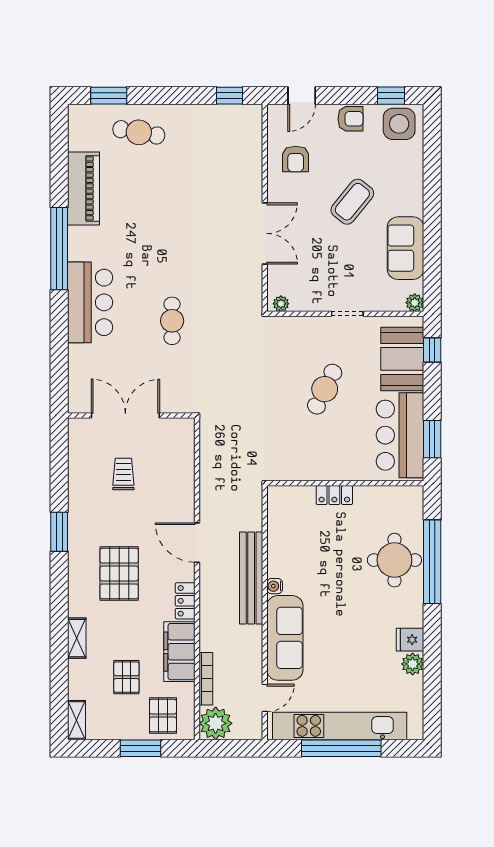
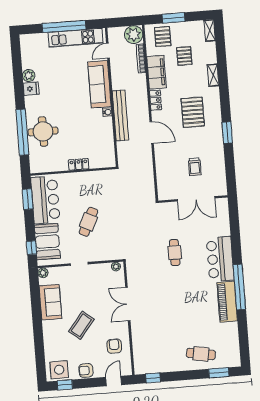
piano: (84, 188) -> (227, 302), moved
kitchen unit: (340, 726) -> (76, 38), width x0.73

